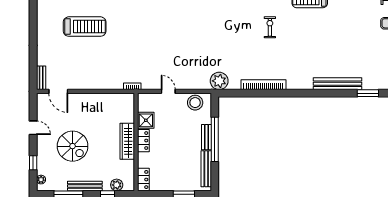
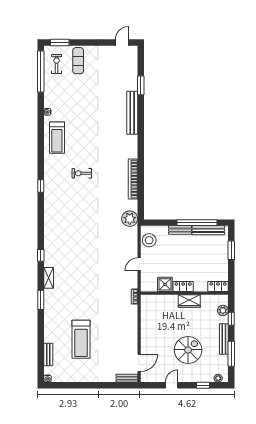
treadmill: (85, 27) -> (81, 339), turned 180
window: (215, 139) -> (197, 223), moved
wardrobe: (127, 141) -> (189, 301), width x0.67

